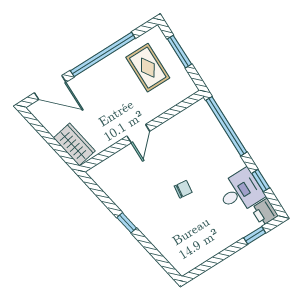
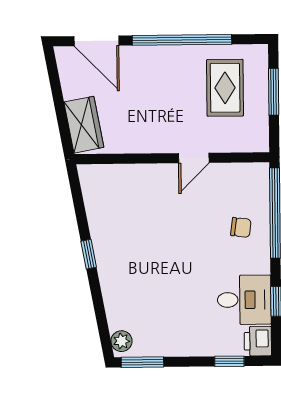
door: (138, 134) -> (194, 158), moved
chair: (183, 189) -> (241, 227), moved
plant: (180, 264) -> (121, 341), added
window: (201, 269) -> (142, 362), added

